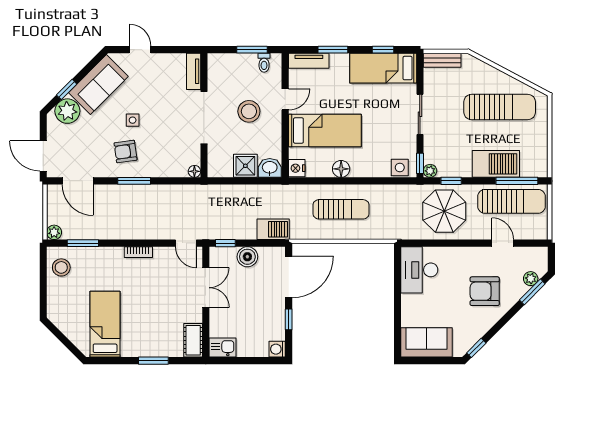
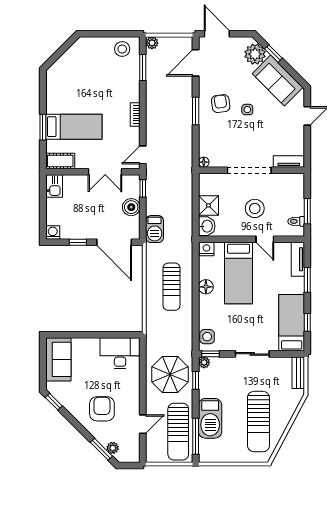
door: (43, 156) -> (217, 34), hinge flipped
bed: (105, 324) -> (74, 127), moved

